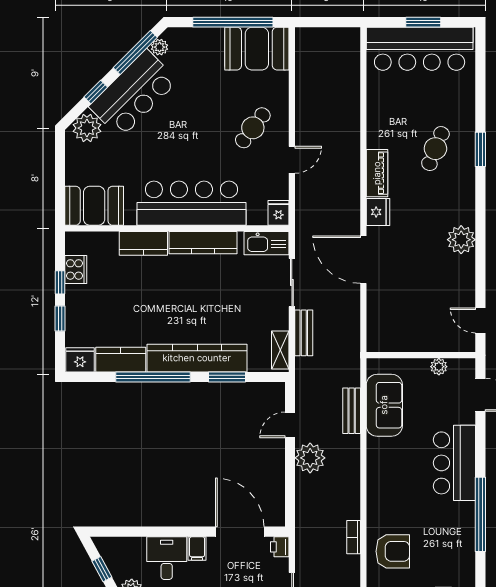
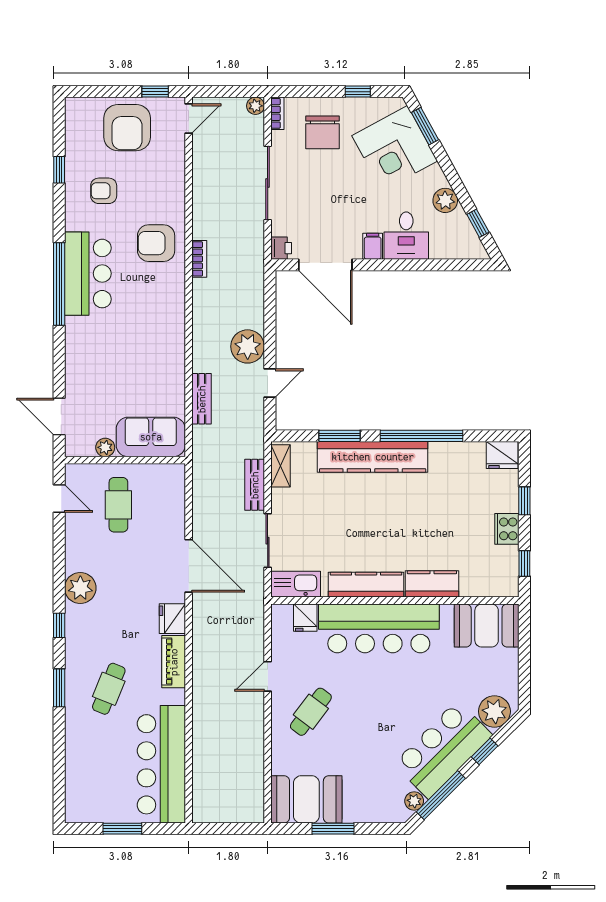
window: (233, 22) -> (333, 829), width x0.47
bar counter: (420, 49) -> (161, 764), moved, turned -90
window: (480, 206) -> (59, 625), added
fridge: (279, 213) -> (305, 618), moved
cooker: (76, 269) -> (507, 529), moved
window: (60, 282) -> (524, 564), moved
cafe table: (427, 315) -> (118, 505), added
kitchen counter: (121, 360) -> (457, 455), removed
sofa: (384, 405) -> (151, 437), moved, turned 90
bar counter: (454, 463) -> (88, 274), moved

